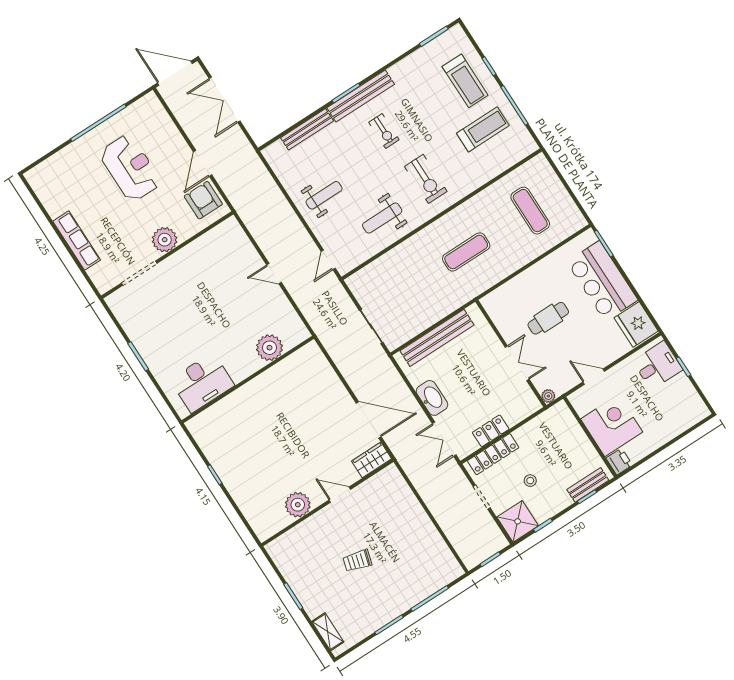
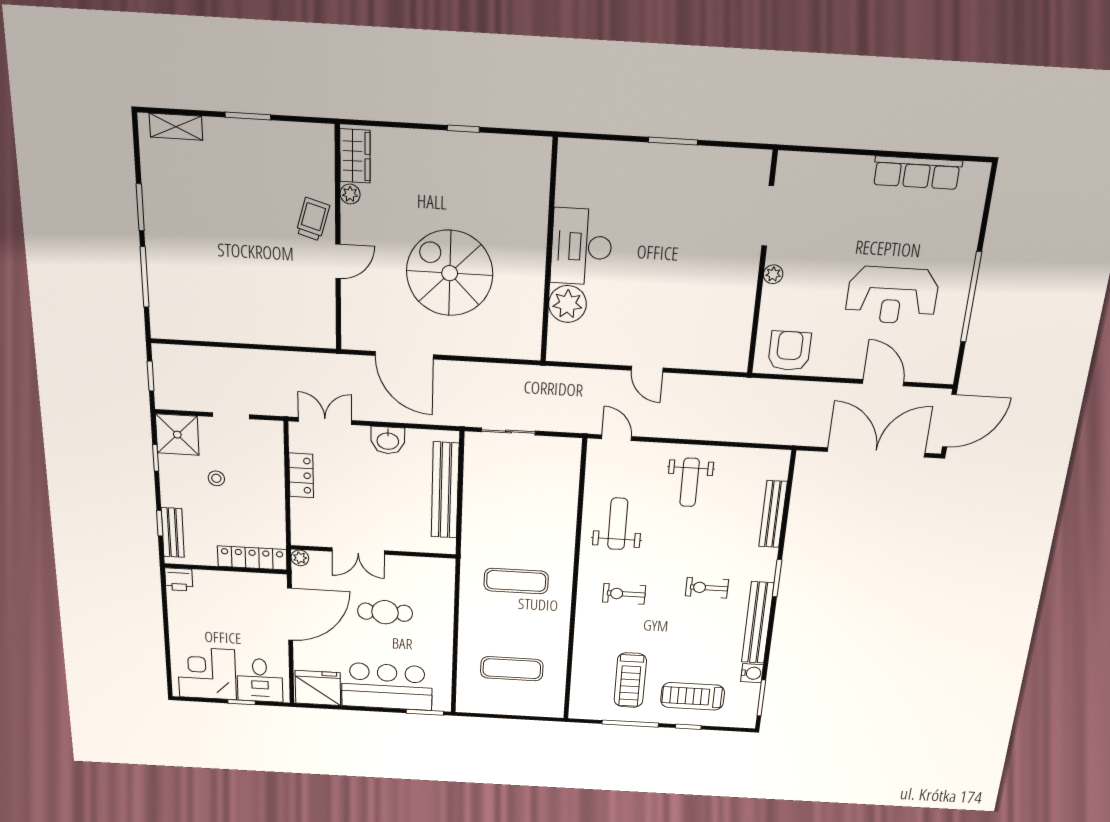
water cooler: (421, 56) -> (752, 673), added
bench: (361, 96) -> (758, 623), moved
double door: (225, 100) -> (876, 452), width x1.36
door: (203, 163) -> (883, 383), moved
exercise bike: (426, 179) -> (624, 594), width x0.73, depth x0.72
armchair: (203, 200) -> (789, 351), turned -90
plant: (165, 240) -> (773, 274), width x0.53, depth x0.53
row of seats: (77, 241) -> (917, 173), moved
exercise mat: (466, 252) -> (516, 581), turned 90
door: (274, 274) -> (647, 369), swing flipped
cafe table: (548, 318) -> (385, 612), turned 90
door: (594, 377) -> (290, 614), width x1.88
desk: (202, 383) -> (581, 247), moved
washbasin: (432, 398) -> (388, 440), width x0.72
door: (369, 420) -> (404, 355), hinge flipped
corner desk: (612, 426) -> (207, 673), moved, turned 180
spiral stairs: (301, 427) -> (450, 273), added
locker: (493, 454) -> (252, 558), moved, turned 90
wardrobe: (372, 460) -> (355, 156), moved
plant: (298, 505) -> (350, 194), width x0.53, depth x0.53
trolley: (357, 561) -> (313, 219), moved

